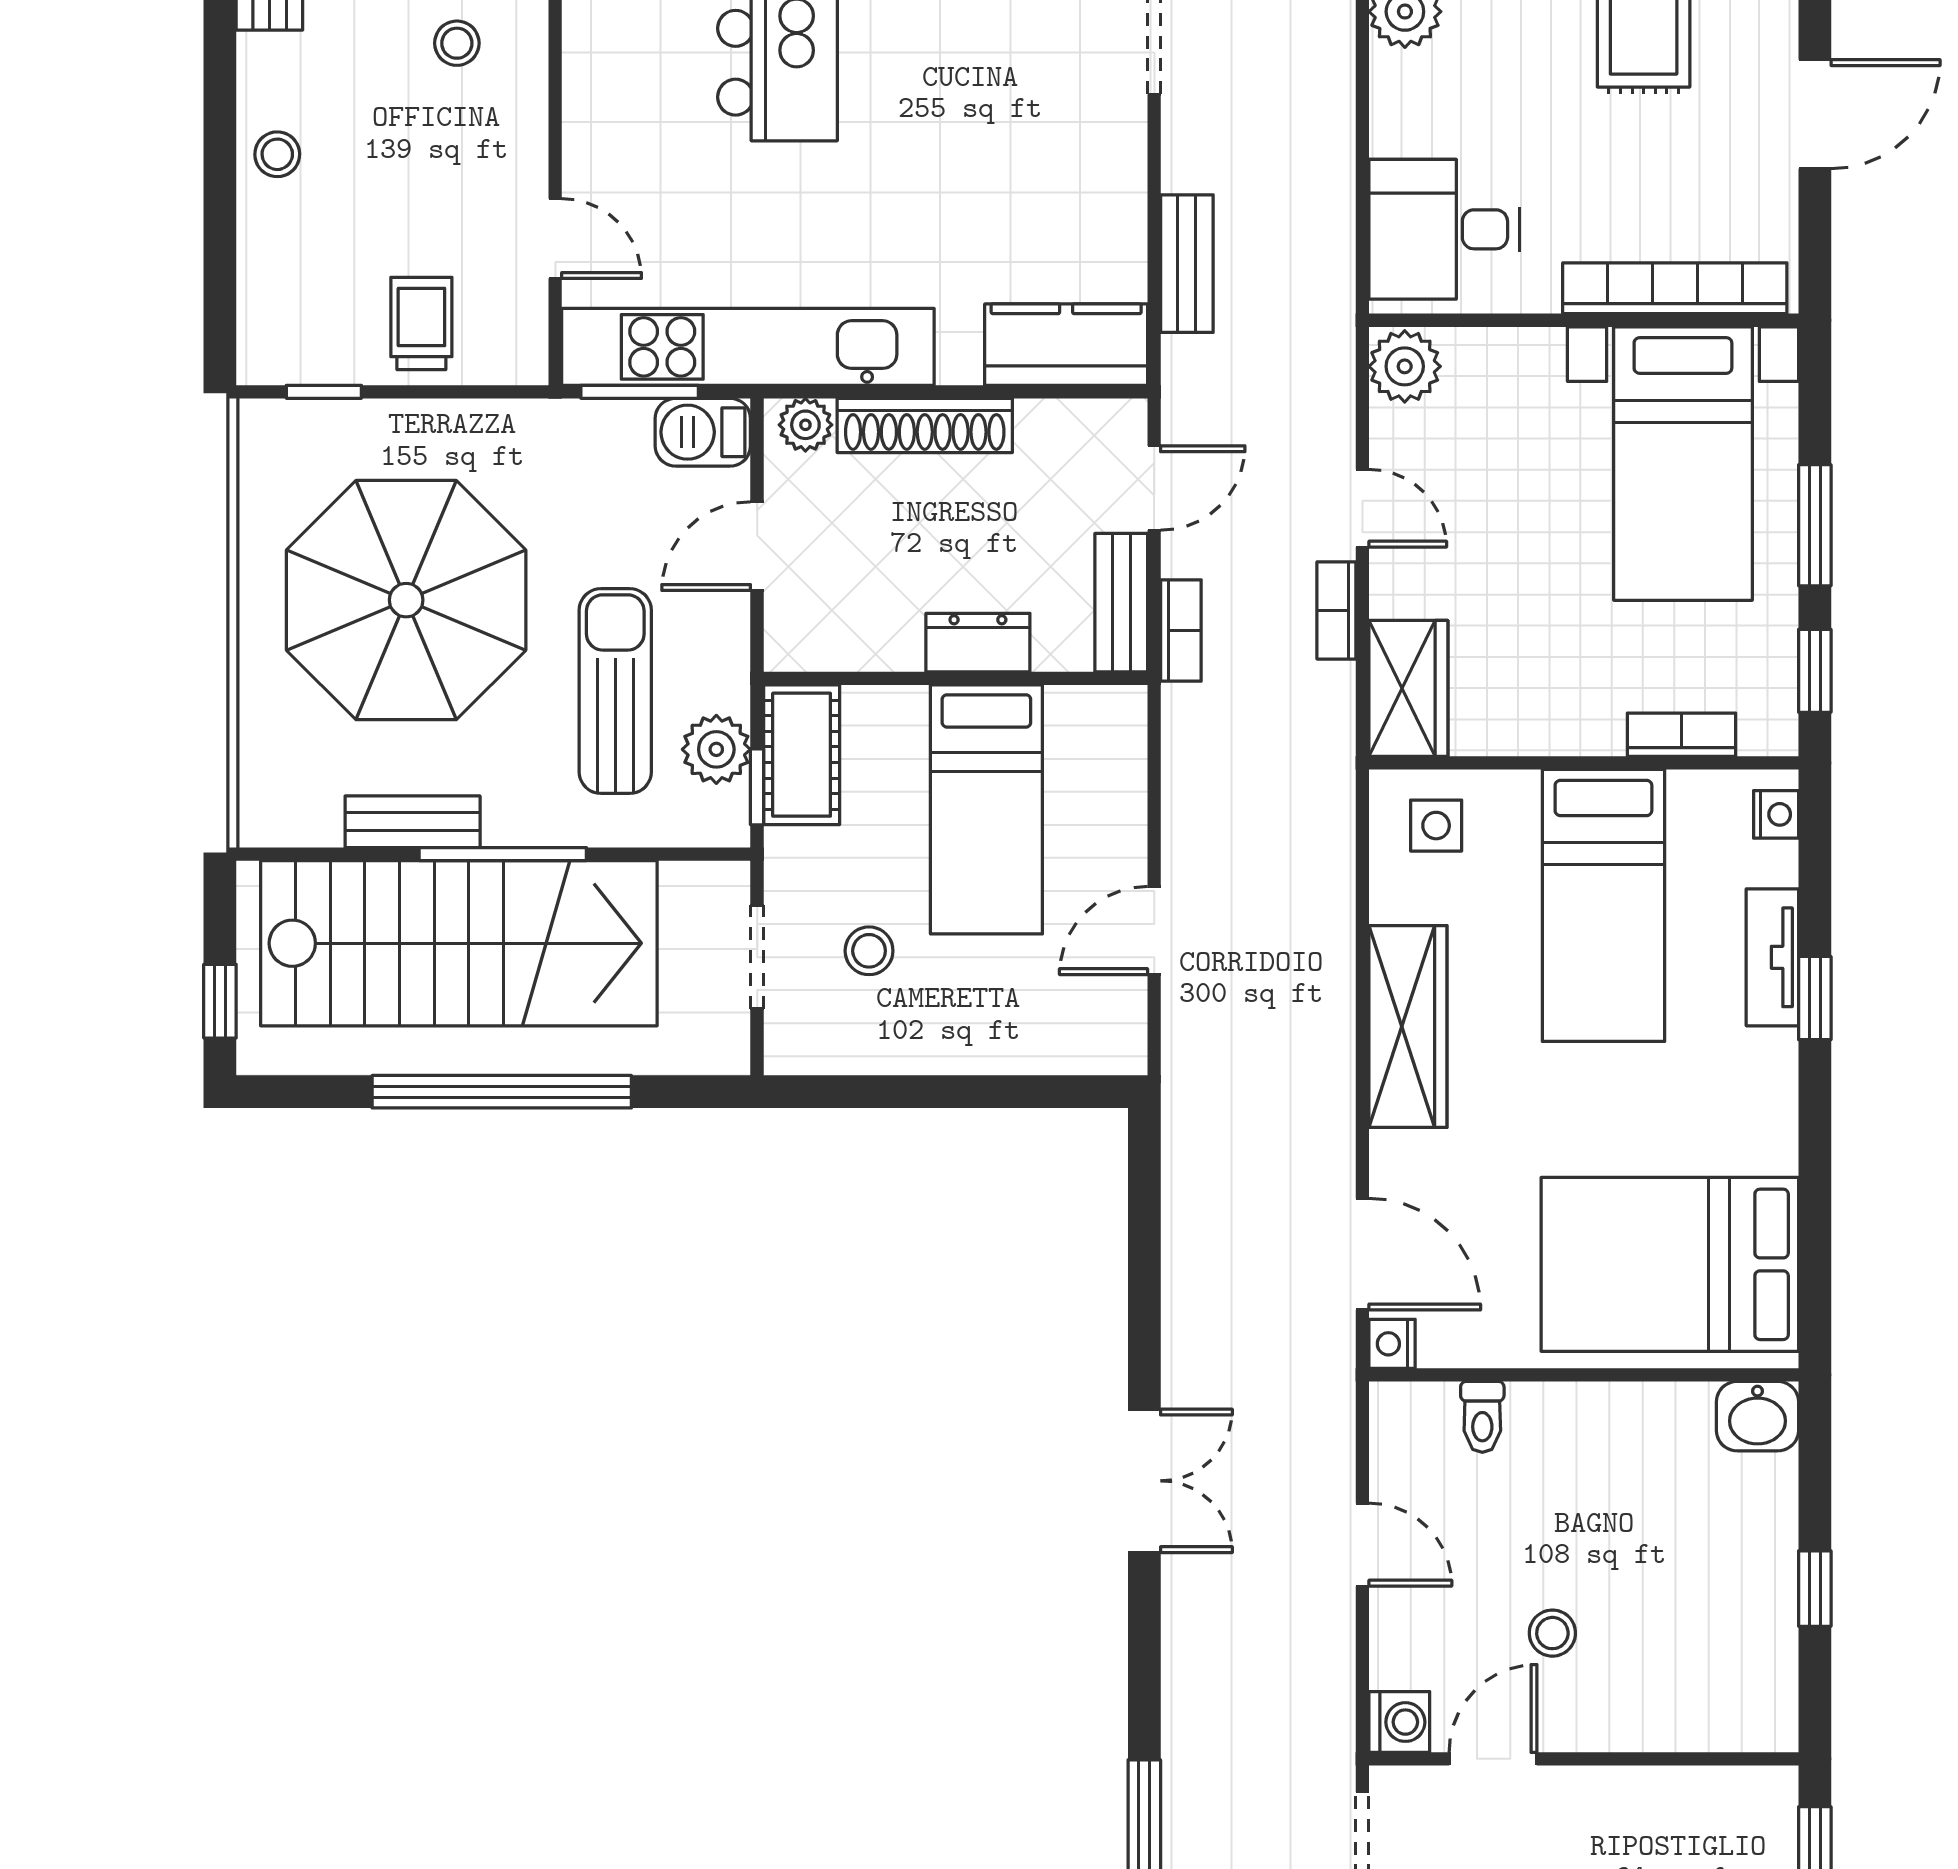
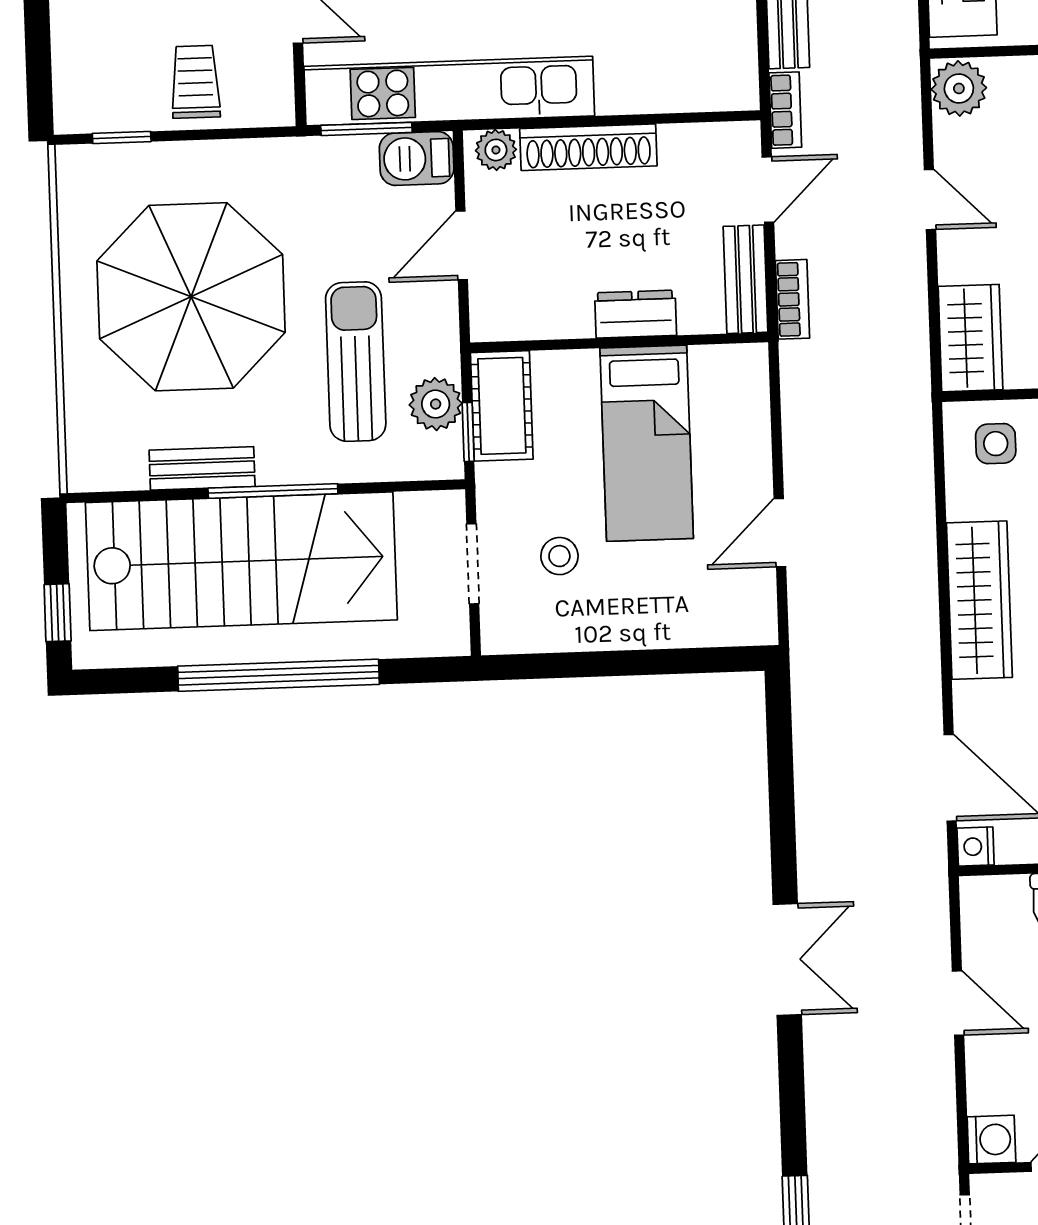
kitchen counter: (1066, 345) -> (696, 81), removed
bookcase: (1336, 610) -> (785, 110), moved, turned 180

